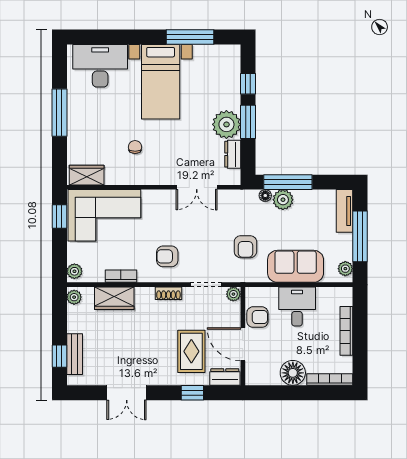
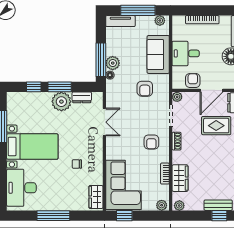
armchair: (245, 247) -> (145, 89), turned 90

